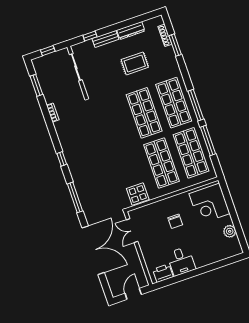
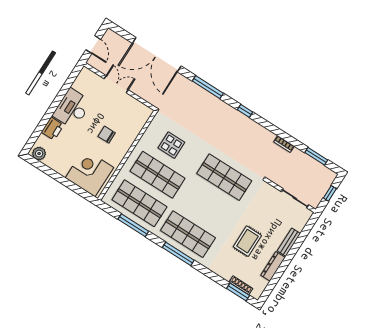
window: (90, 36) -> (304, 234), removed
window: (175, 45) -> (238, 292), moved
window: (196, 105) -> (178, 254), moved
shop shelf: (144, 113) -> (224, 177), moved
display table: (138, 194) -> (171, 145), moved
double door: (132, 231) -> (116, 84), moved
plant: (230, 231) -> (39, 154), moved
desk: (181, 261) -> (72, 109), width x1.37
printer: (163, 273) -> (53, 129), moved

